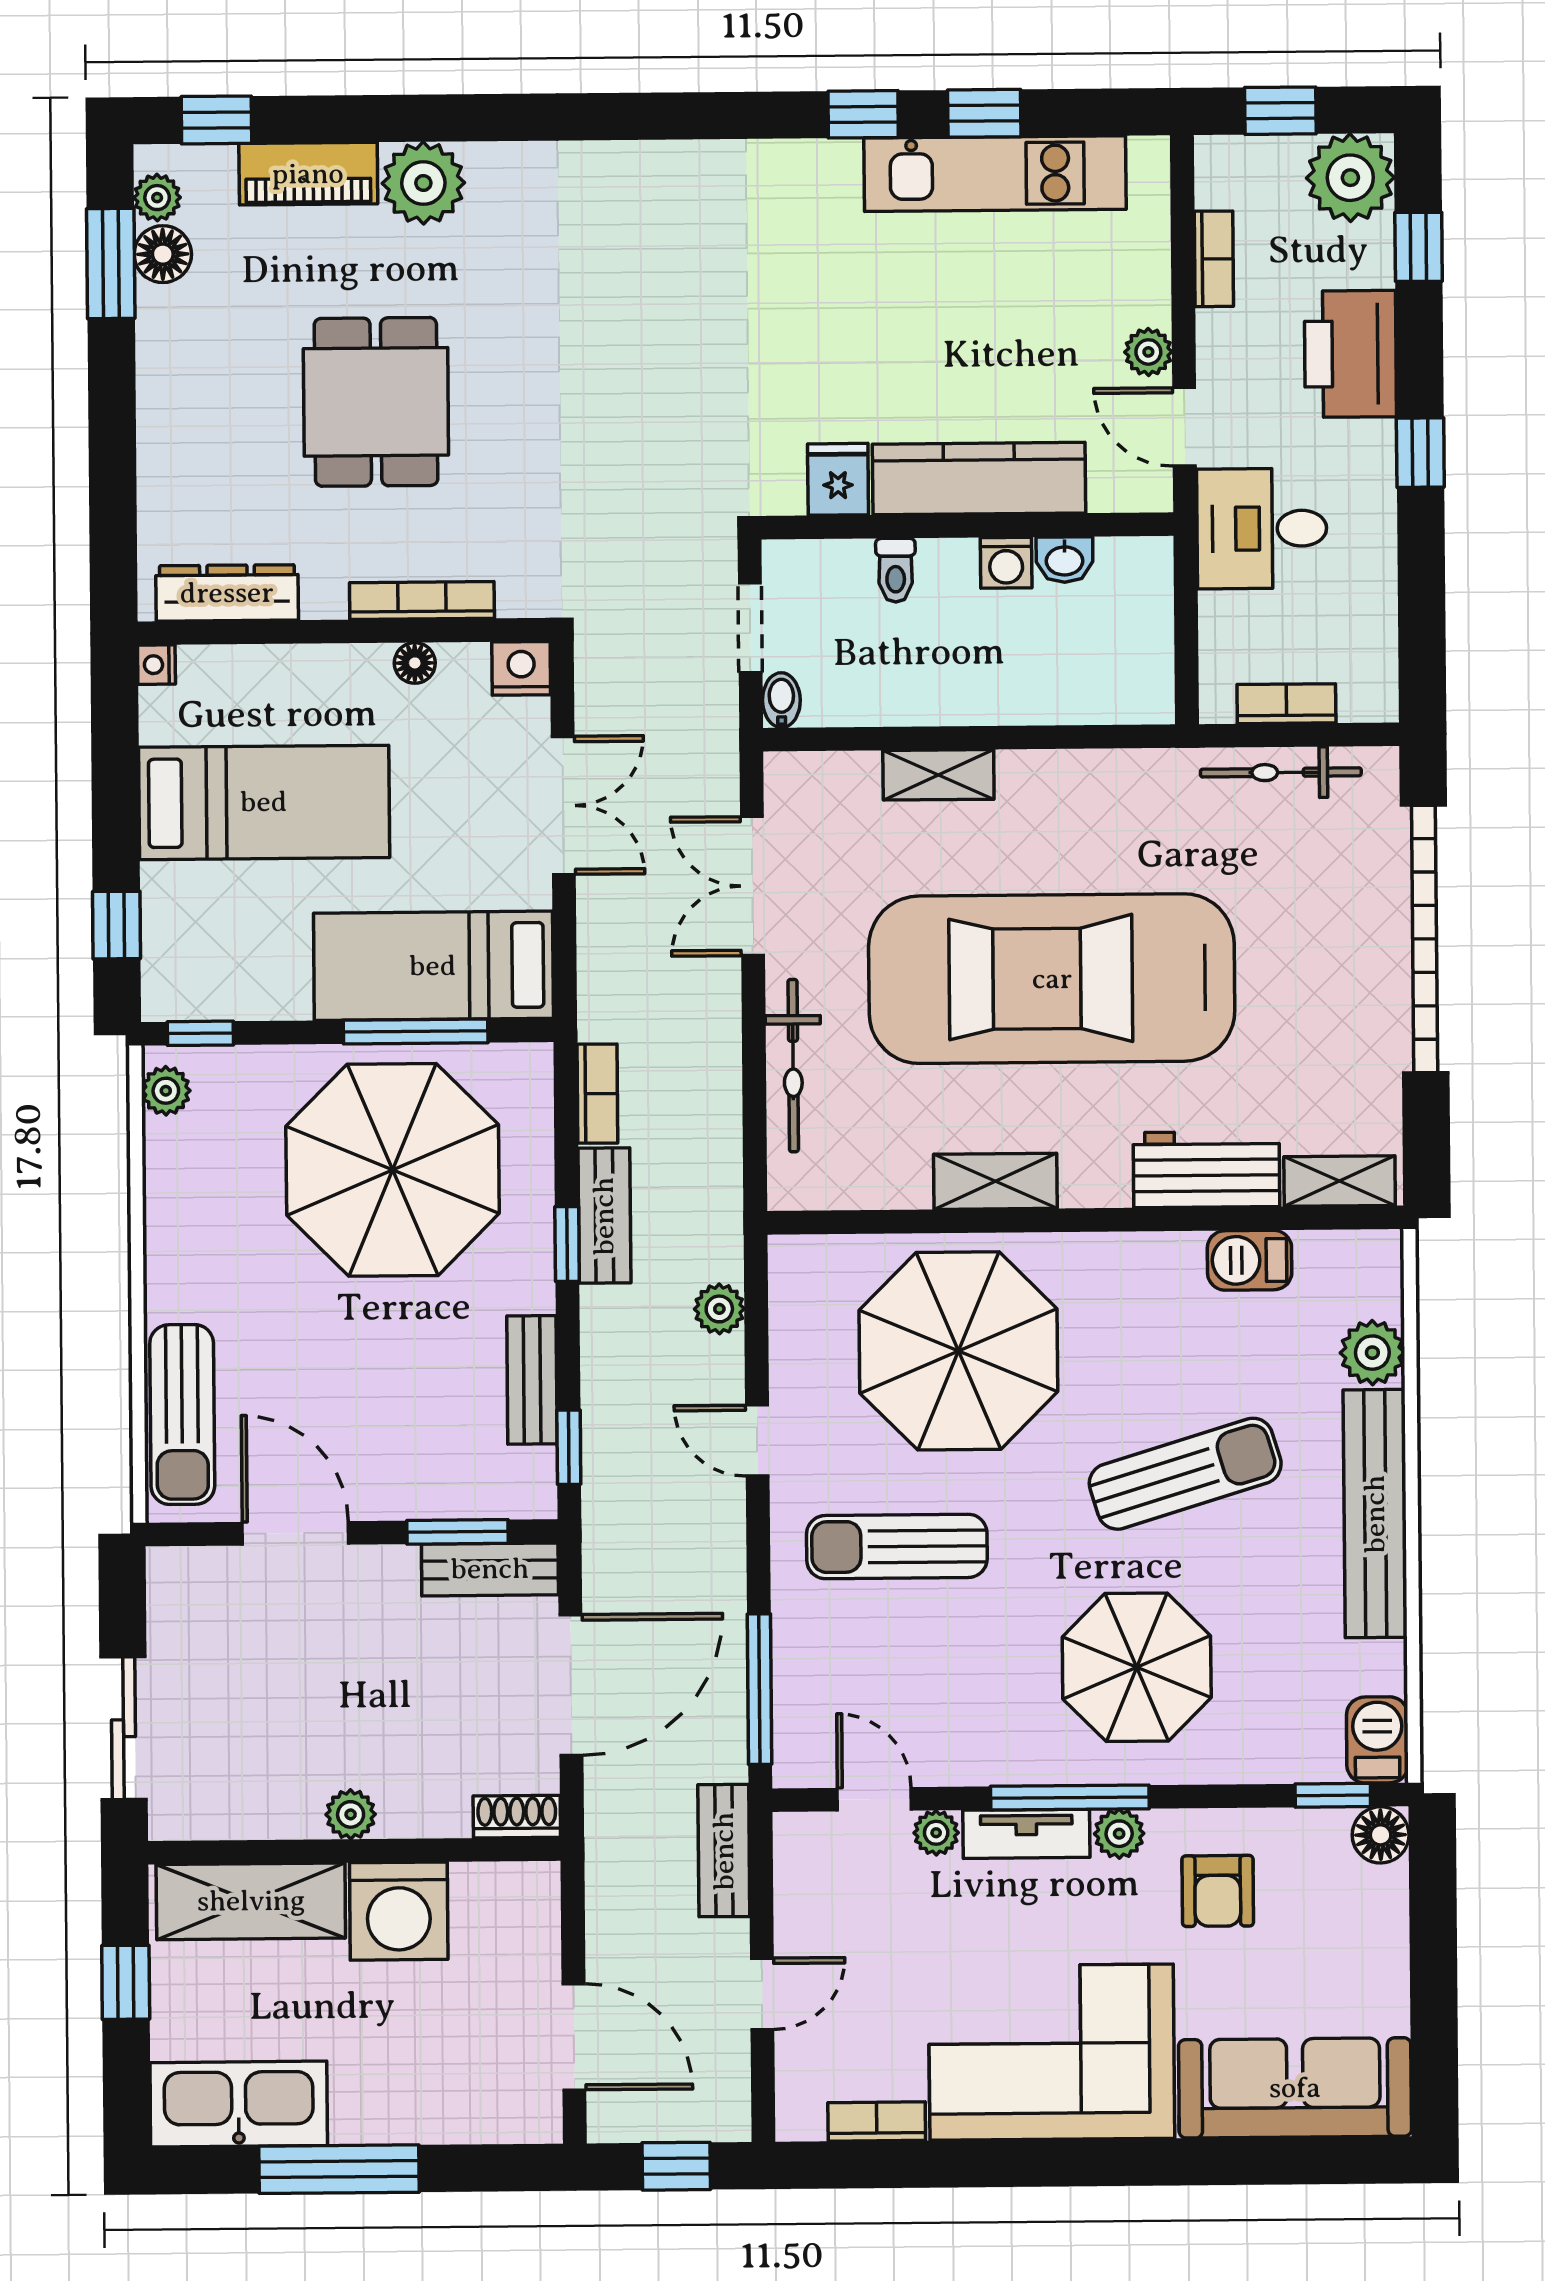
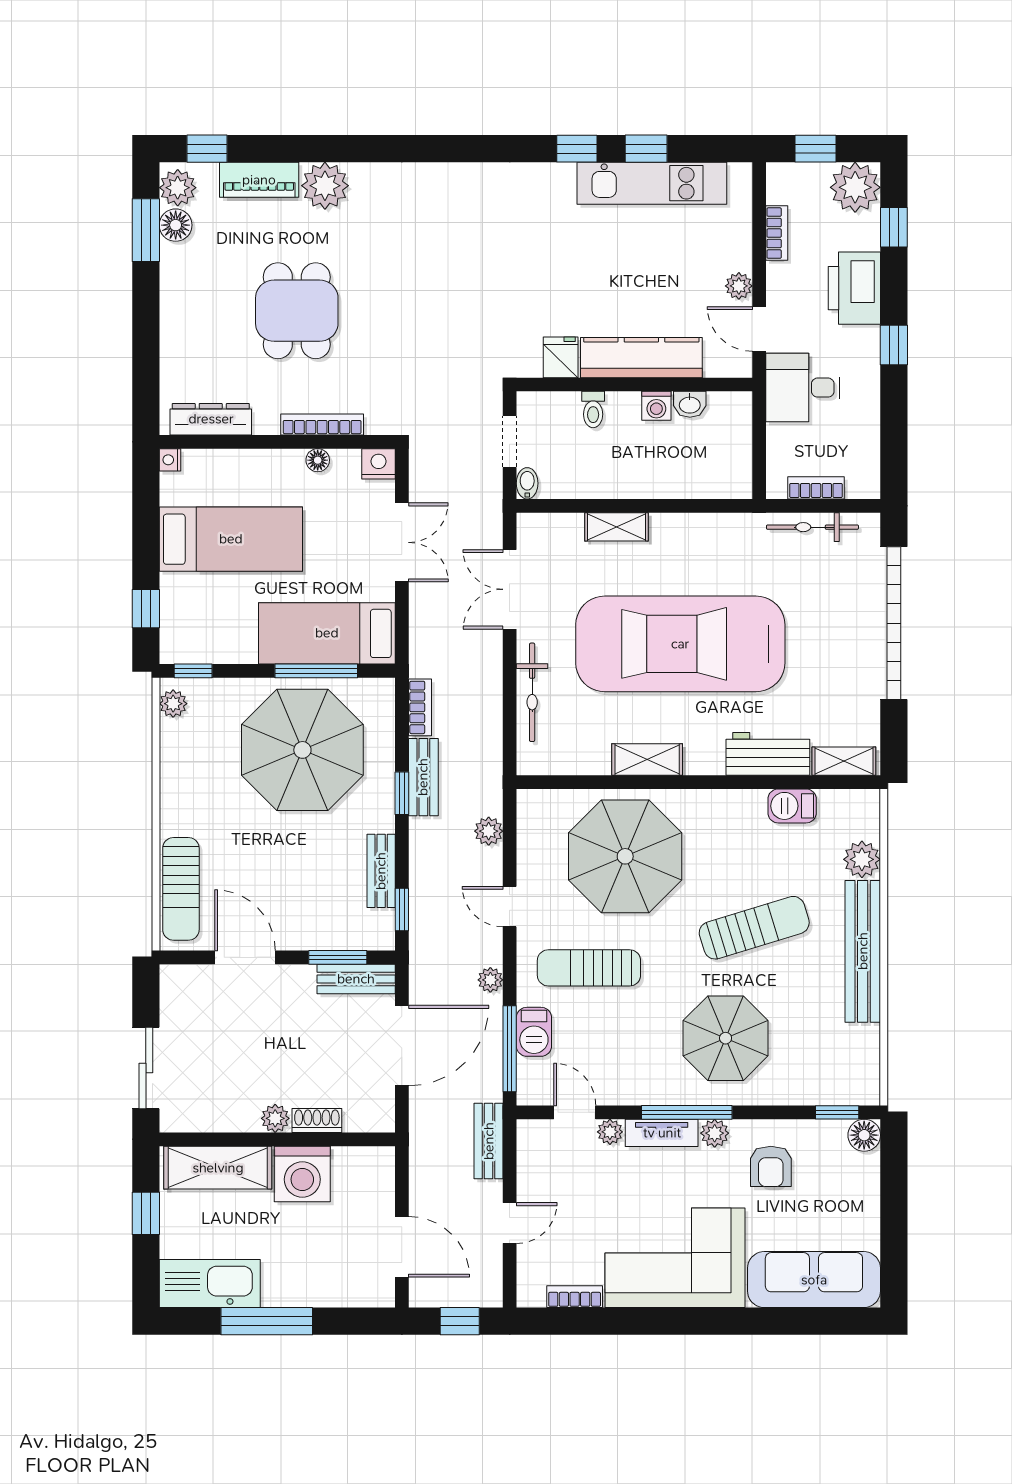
plant: (157, 198) -> (178, 188), width x1.38, depth x1.38
plant: (725, 1569) -> (490, 980), added
barbecue: (1377, 1740) -> (534, 1032), moved, turned 180
shoe rack: (517, 1817) -> (317, 1120), moved

